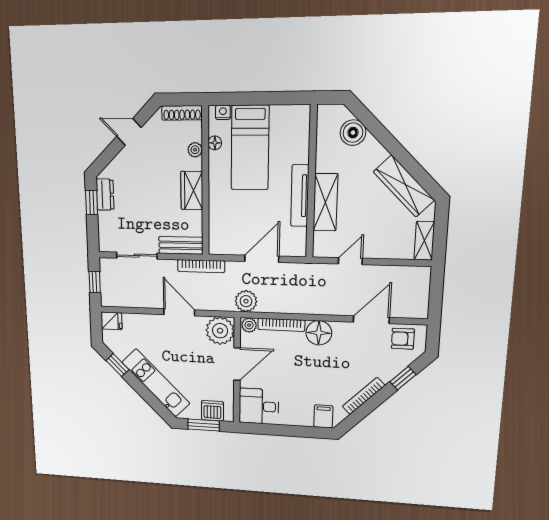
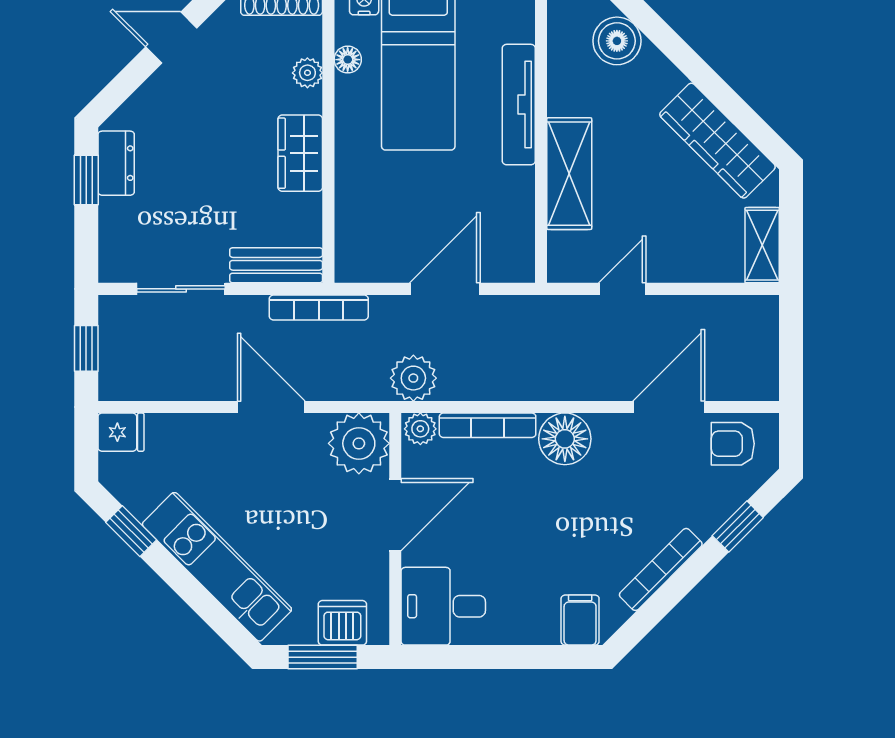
tv unit: (300, 196) -> (519, 105), moved

